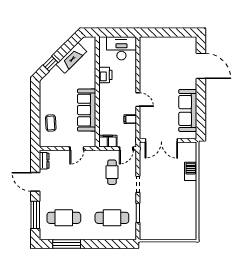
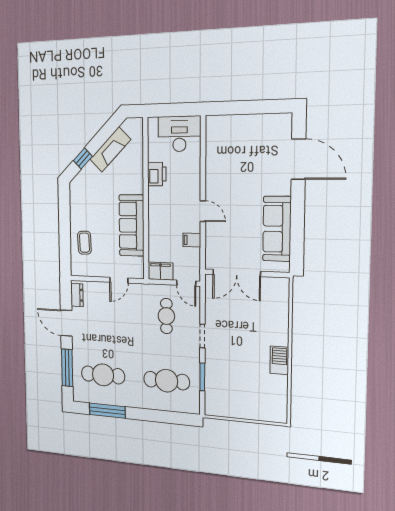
door: (126, 149) -> (186, 283), hinge flipped
barbecue: (191, 171) -> (279, 360), moved

